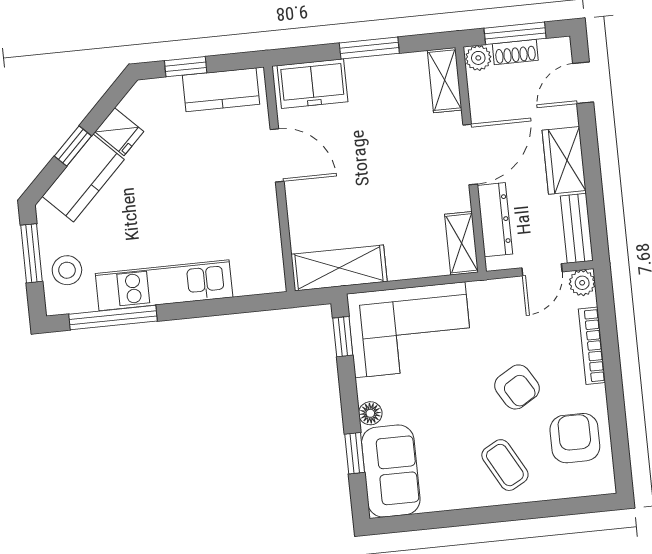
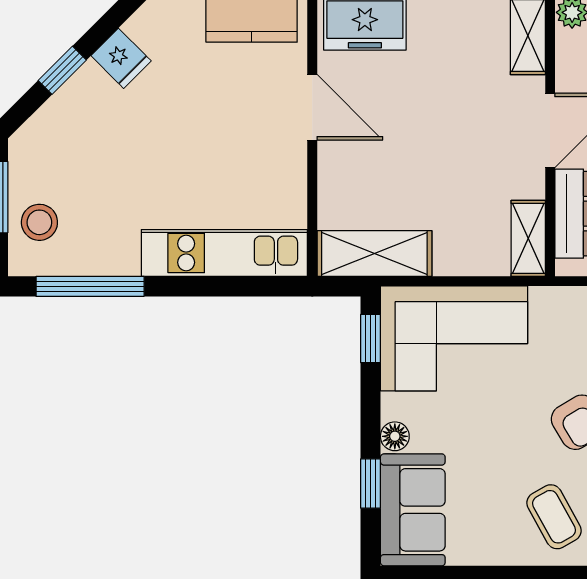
kitchen counter: (83, 178) -> (71, 111), removed
kitchen unit: (164, 285) -> (224, 253), moved

